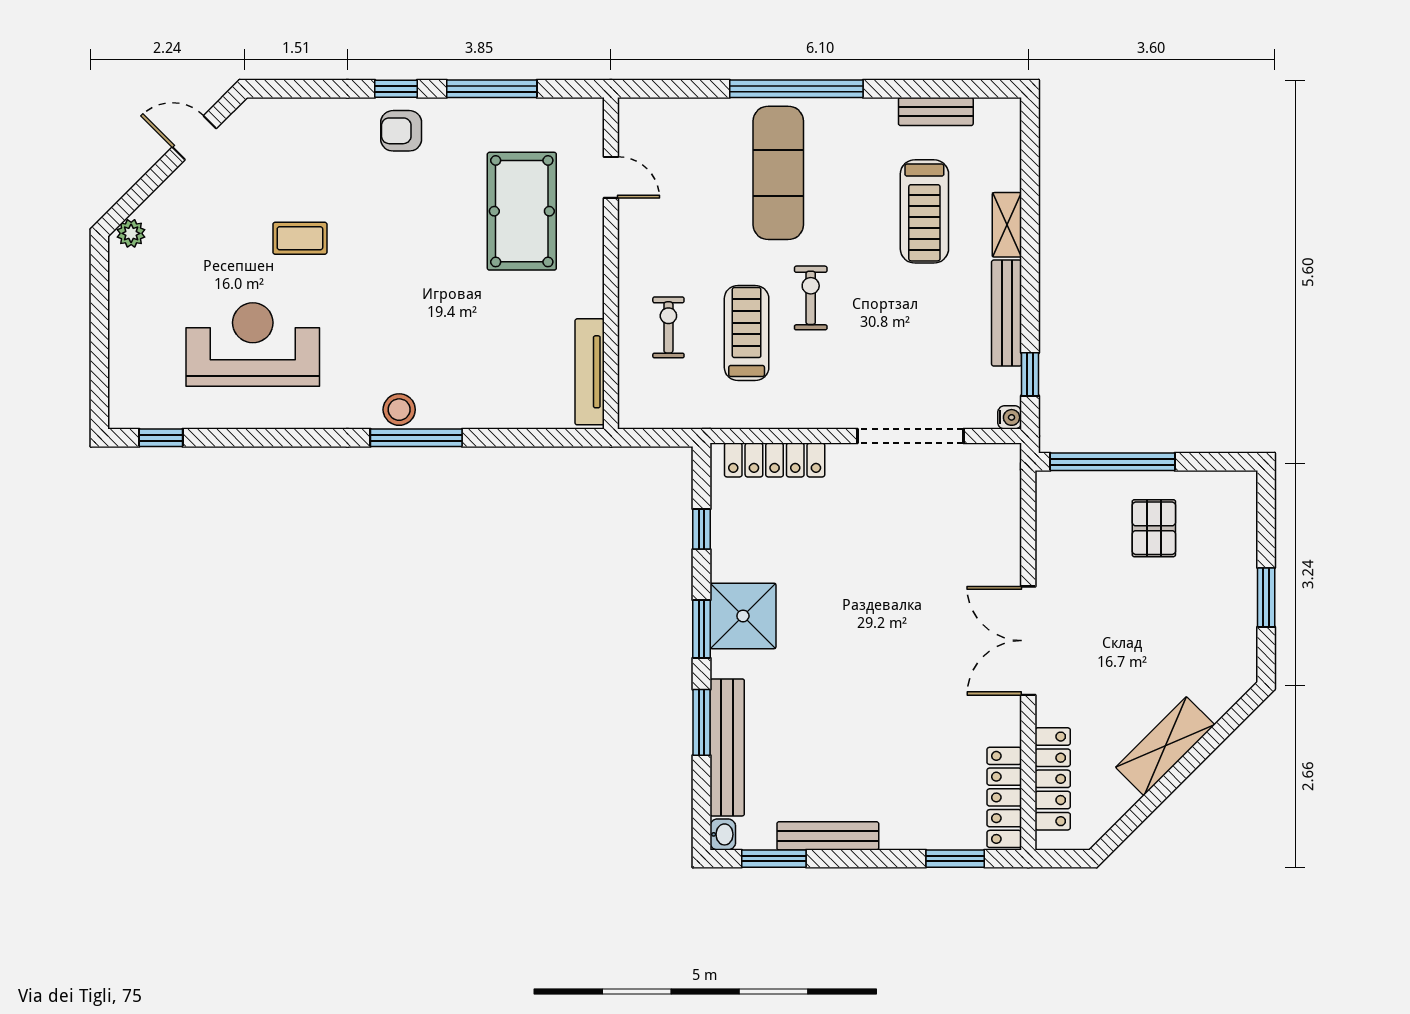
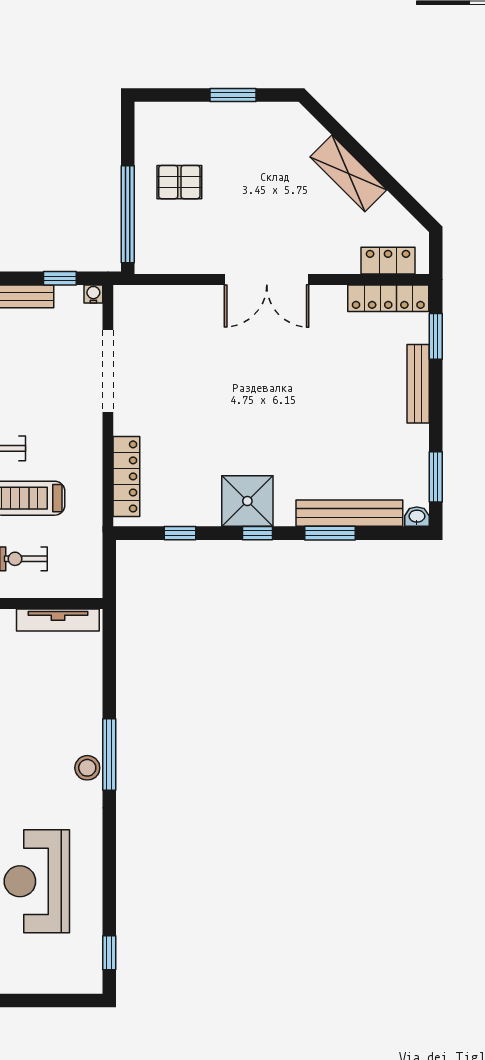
window: (702, 629) -> (258, 533), width x0.67
locker: (1053, 779) -> (388, 261), width x0.66
bench: (828, 836) -> (418, 384), moved

